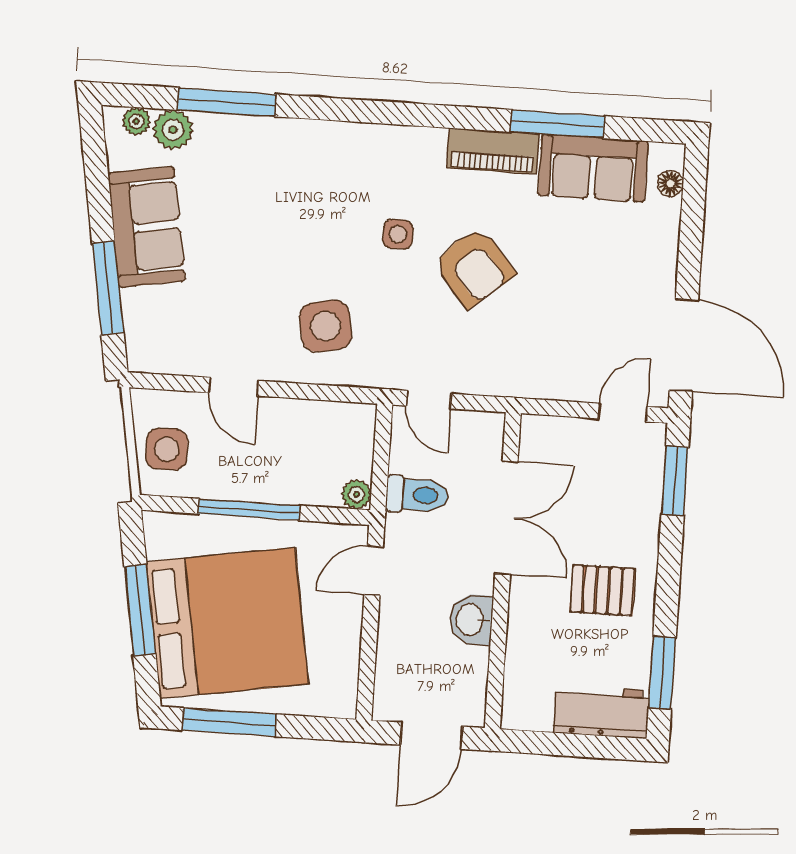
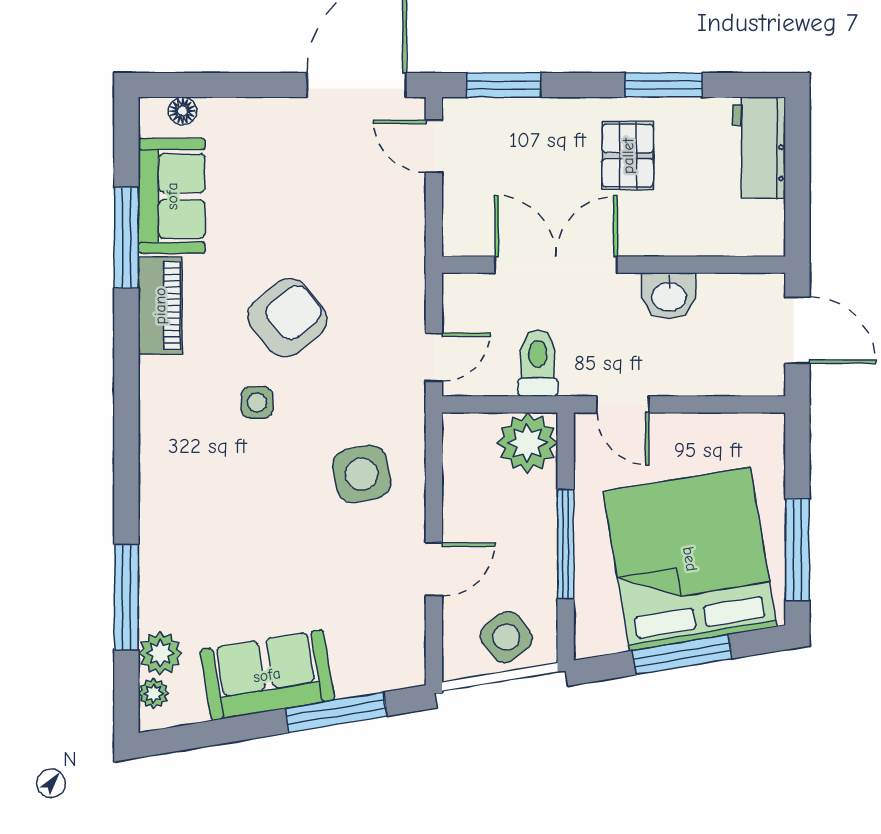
side table: (167, 449) -> (506, 637), turned -38
plant: (356, 494) -> (527, 443), width x1.88, depth x1.88
window: (662, 673) -> (664, 85), moved

